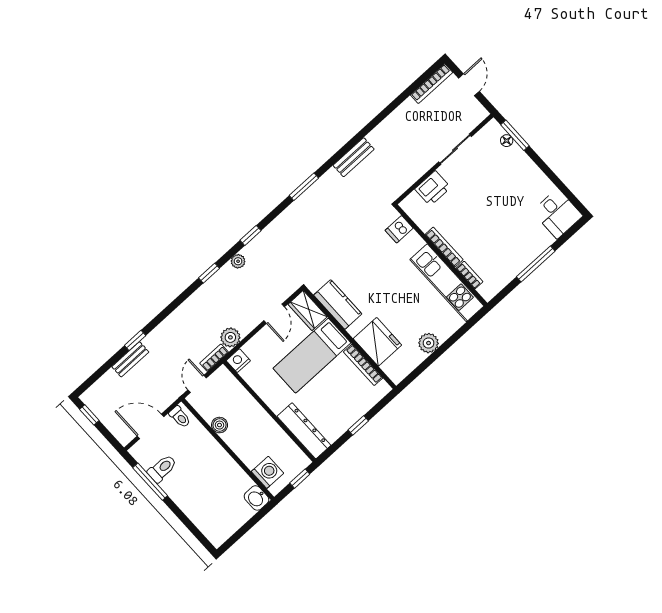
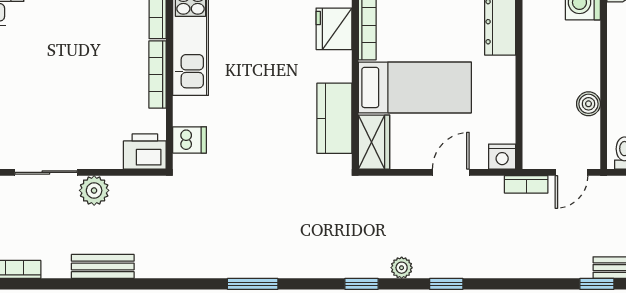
bench: (354, 157) -> (103, 266), moved
printer: (433, 188) -> (145, 152), moved
door: (274, 314) -> (451, 172), moved
plant: (230, 337) -> (94, 190), moved
fridge: (377, 342) -> (334, 29), width x0.73, depth x0.75

